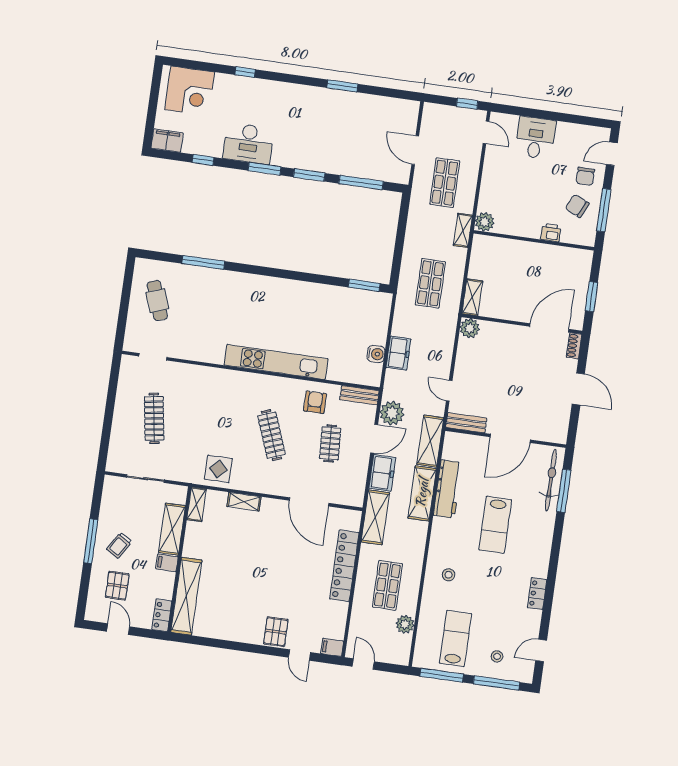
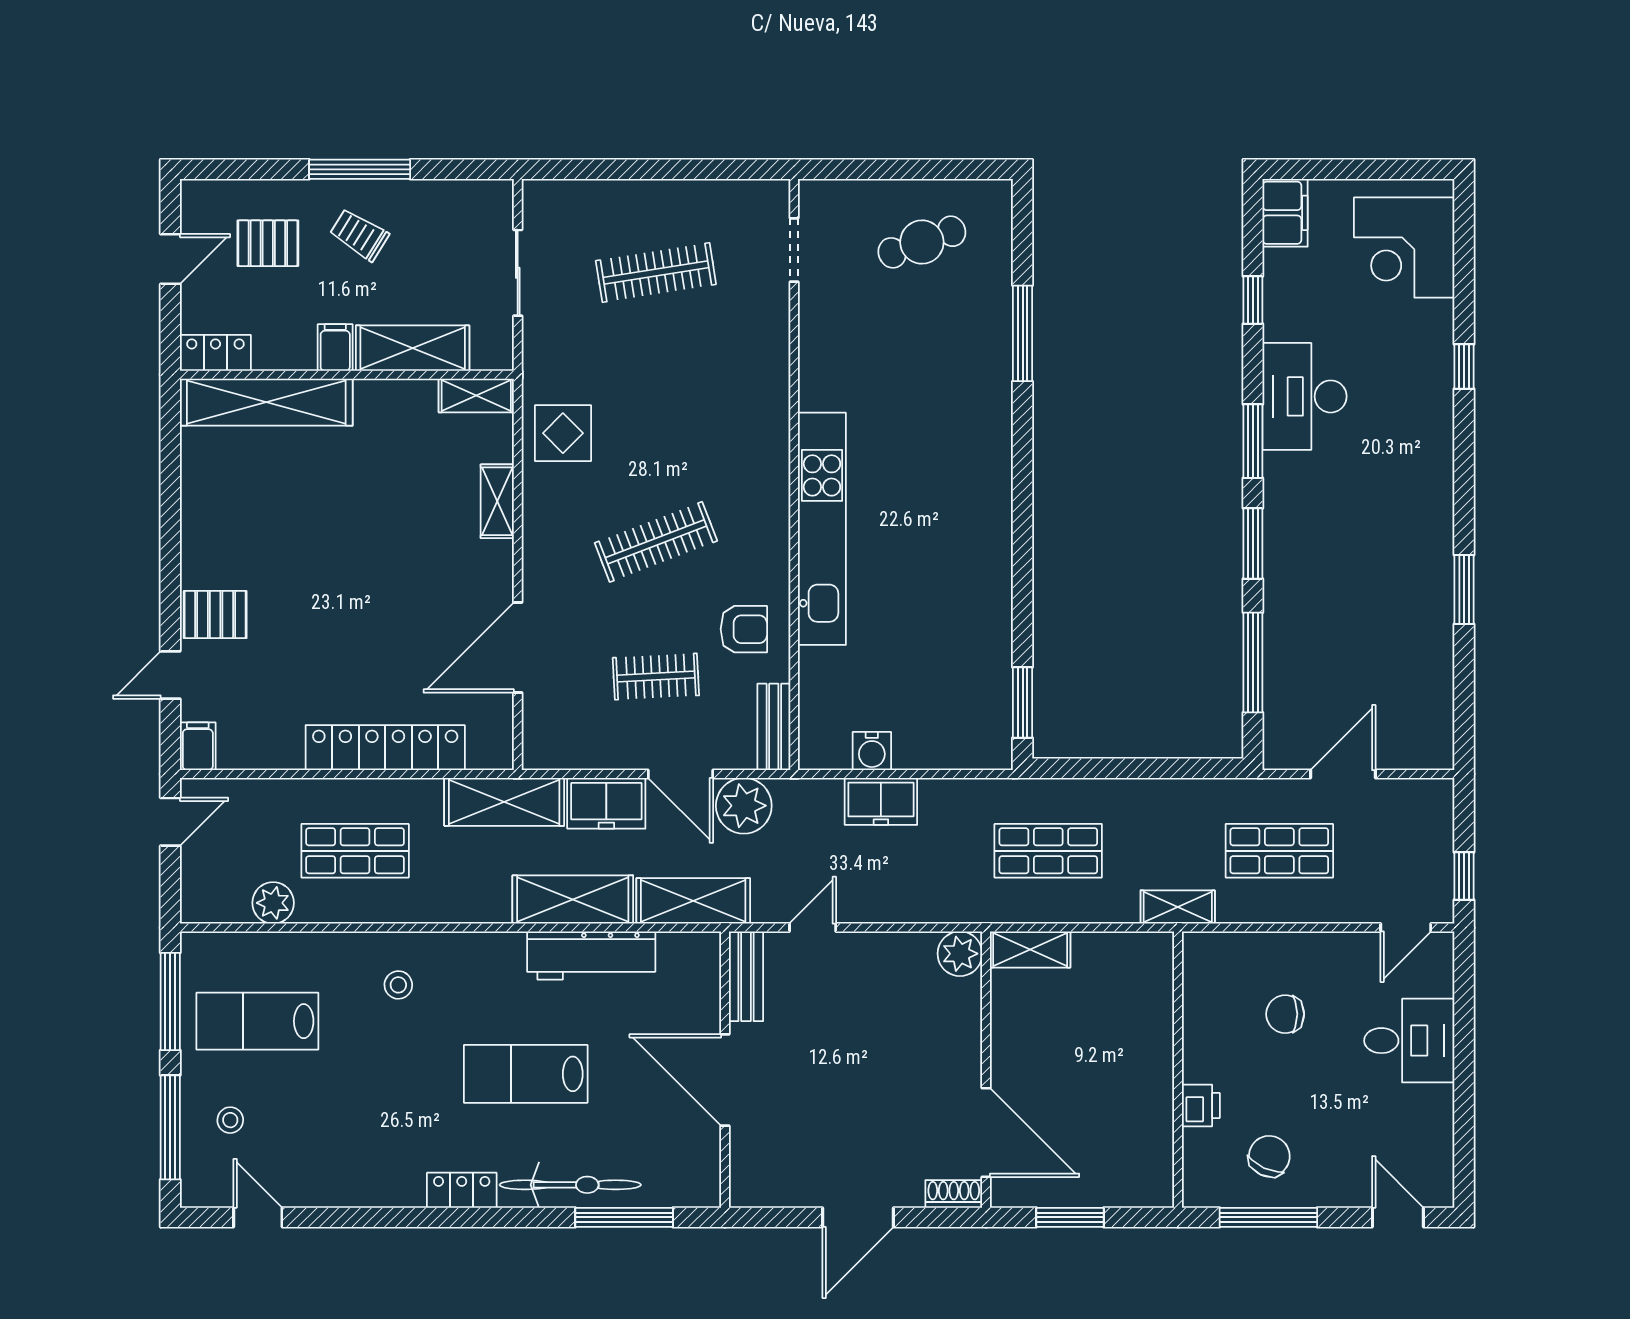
chair: (585, 176) -> (1285, 1014), moved
plant: (485, 222) -> (1204, 953), removed
bicycle: (551, 480) -> (570, 1185), moved
locker: (537, 594) -> (462, 1190), moved
lab bench: (456, 638) -> (257, 1021), turned 180

